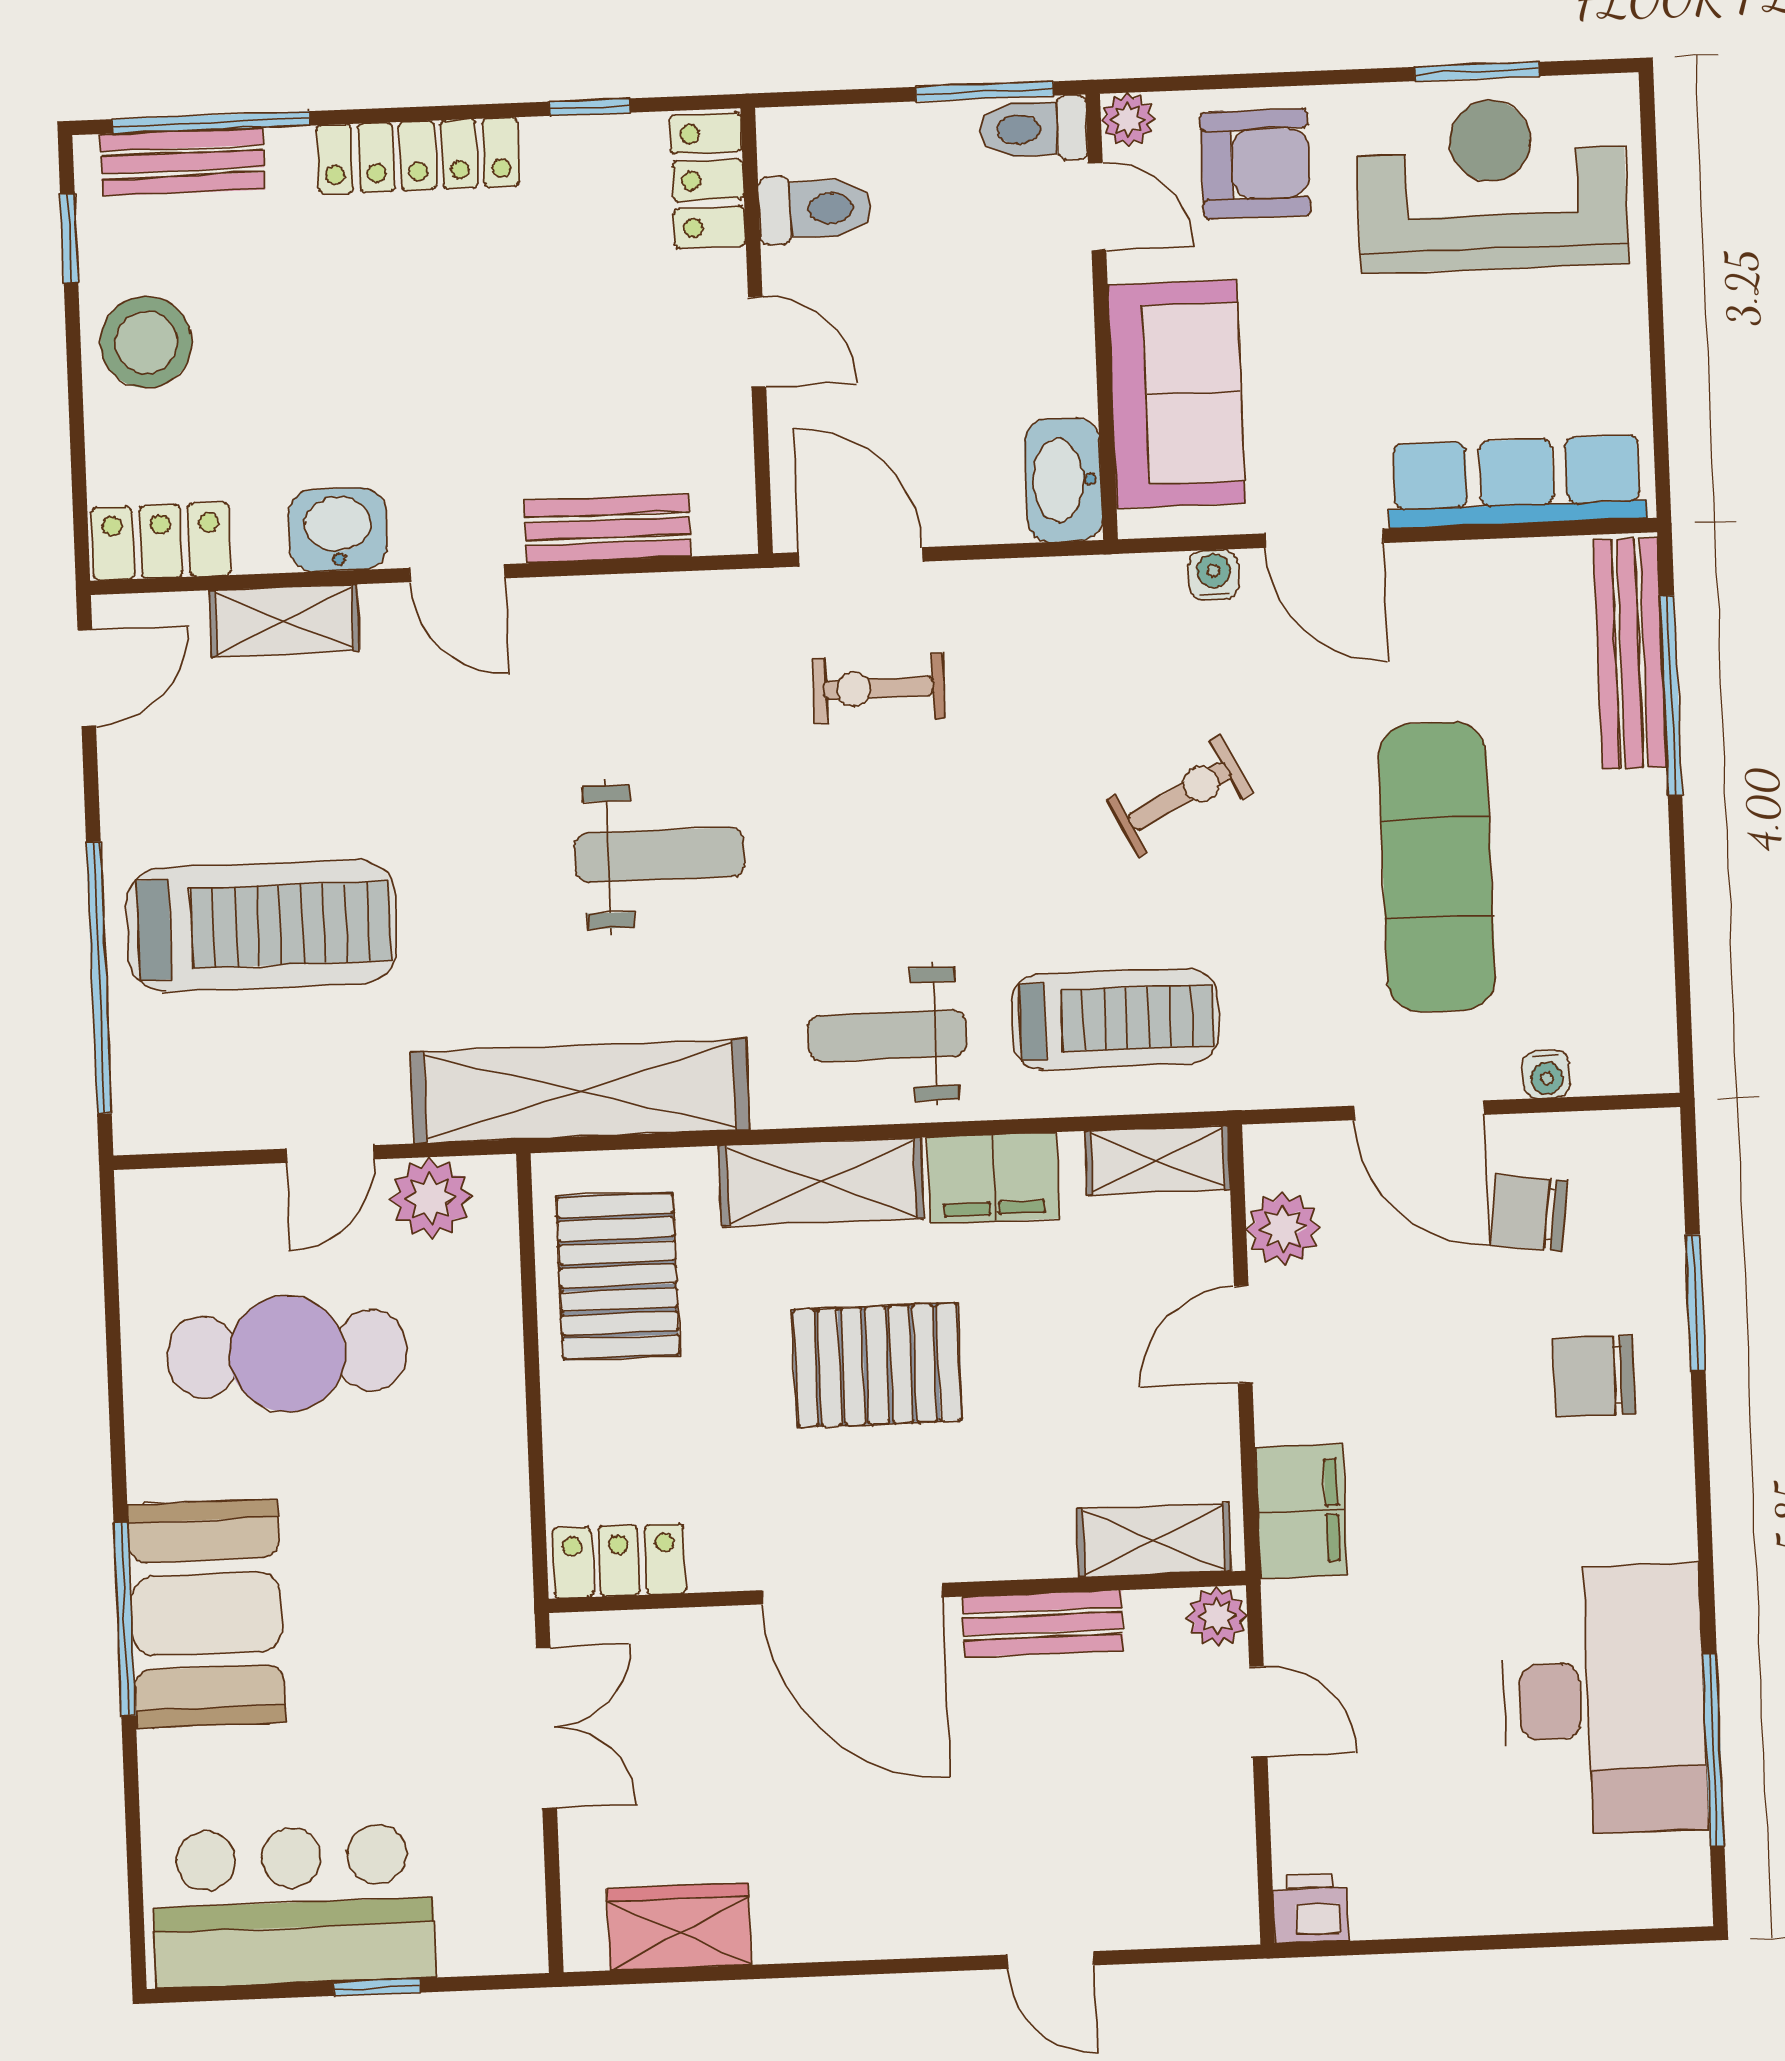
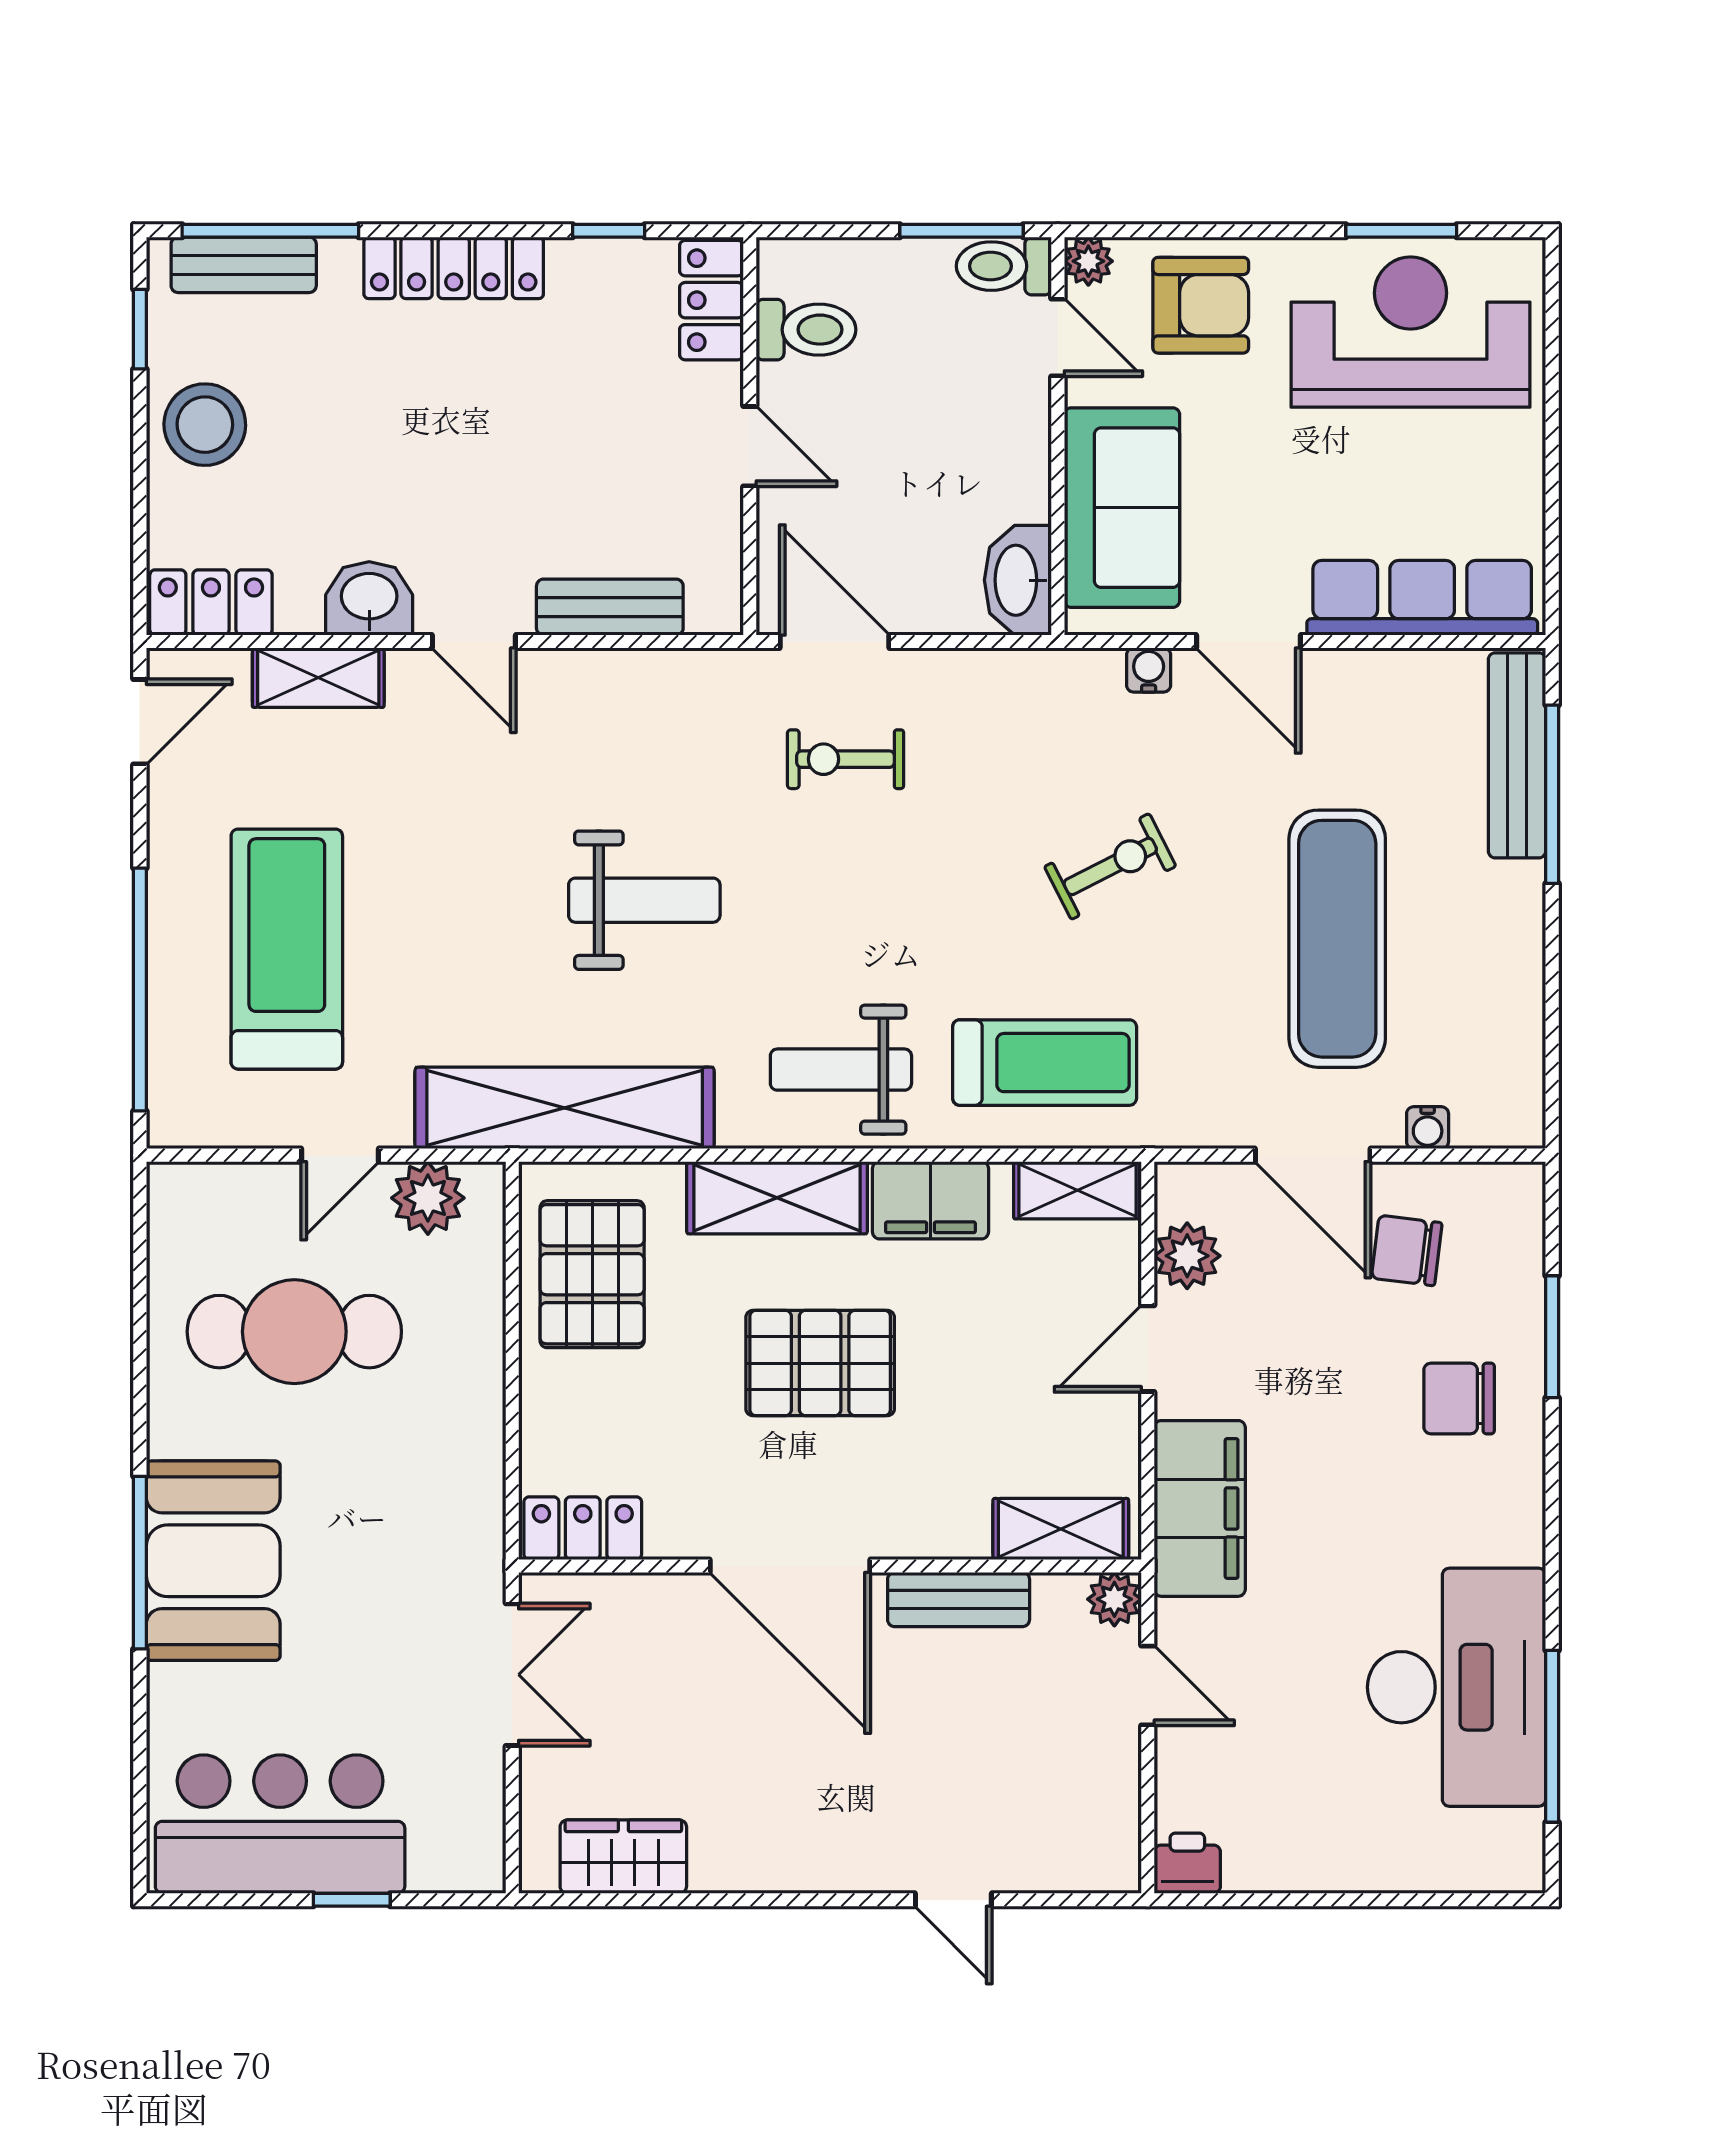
treadmill: (262, 926) -> (287, 949), turned -90
filing cabinet: (1301, 1511) -> (1200, 1508), width x1.50, depth x1.17

